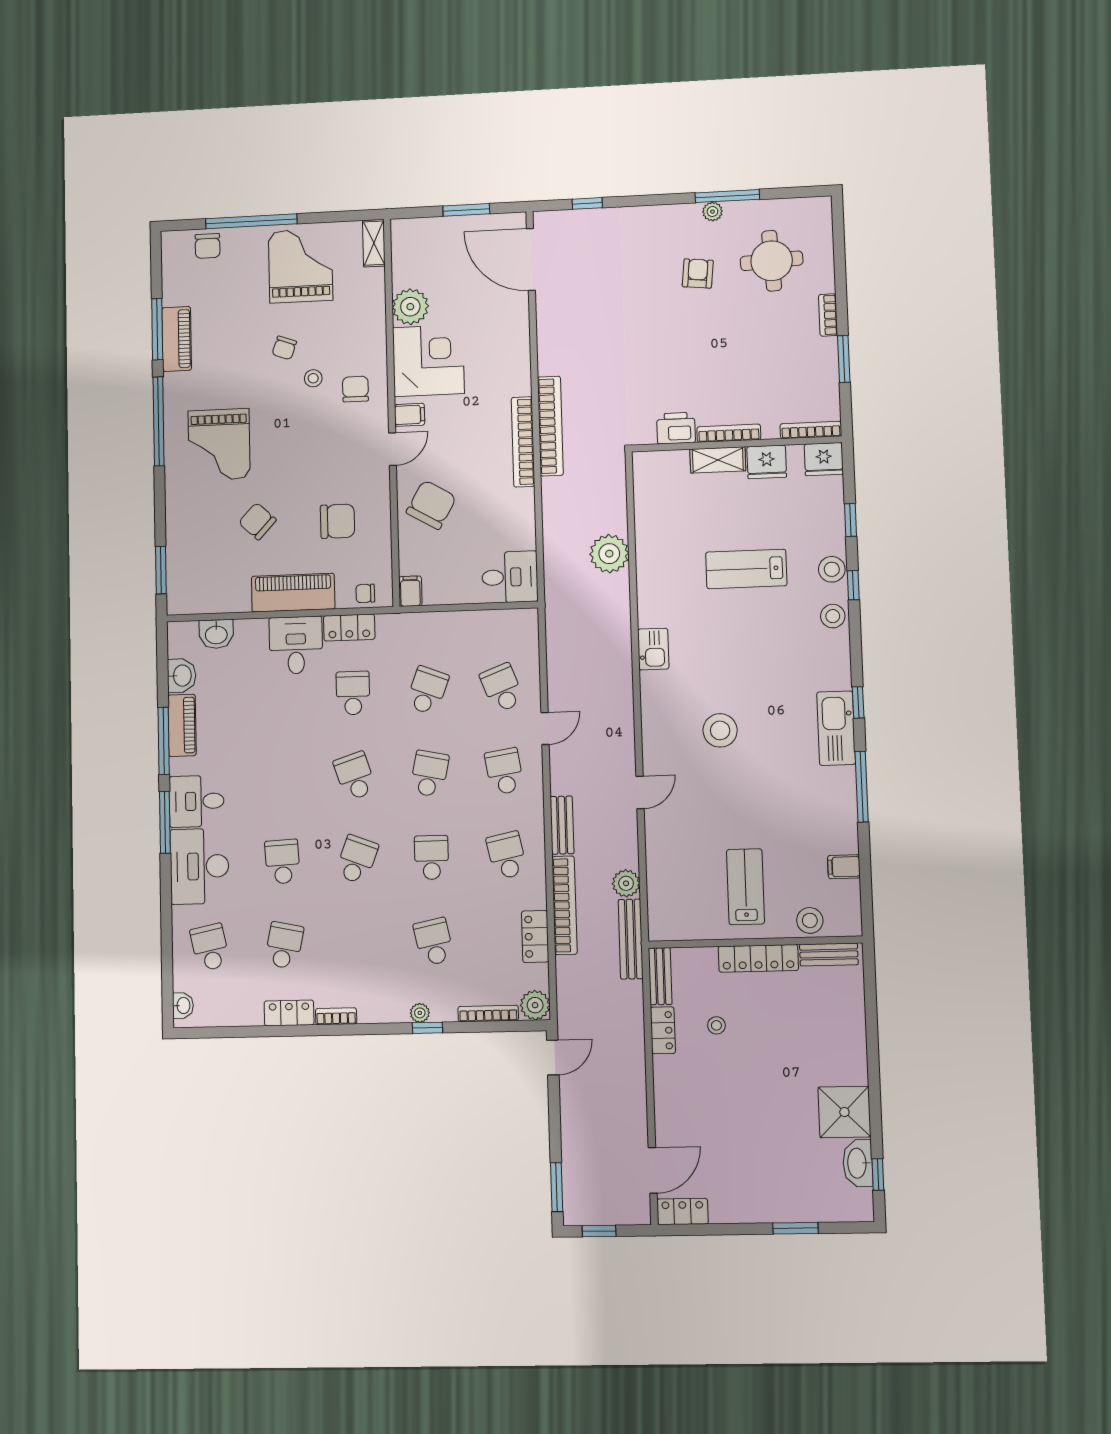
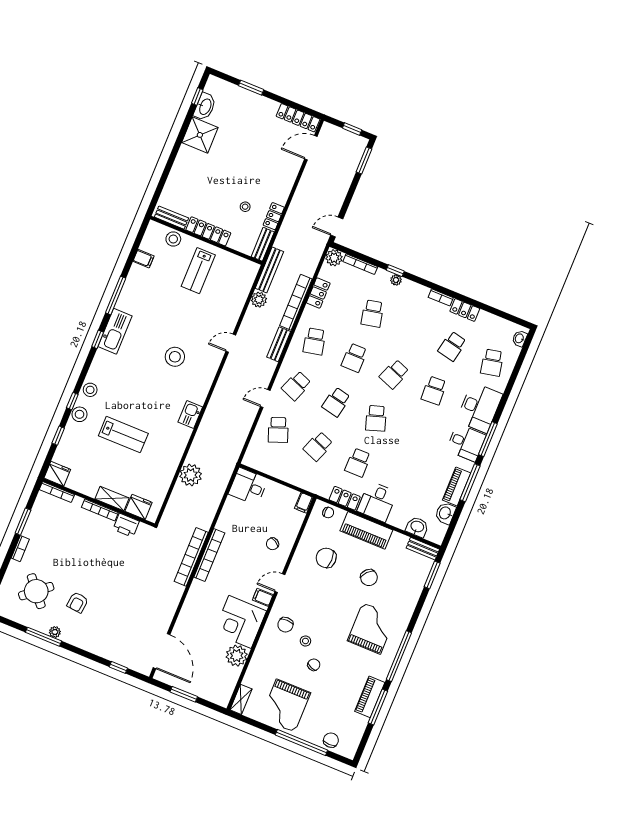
round table: (772, 261) -> (36, 591), turned -37
fridge: (767, 462) -> (139, 507), moved
chair: (431, 505) -> (272, 544), width x0.54, depth x0.54
bench: (193, 604) -> (423, 549), added
school desk: (504, 771) -> (296, 386), turned 30
locker: (683, 1212) -> (298, 118), width x1.53

